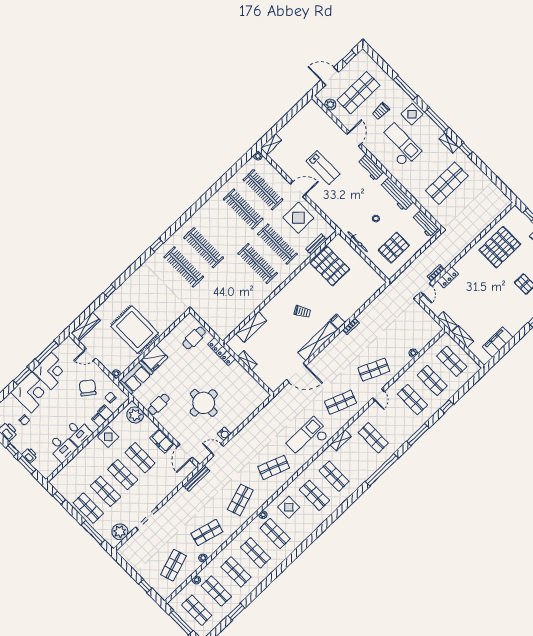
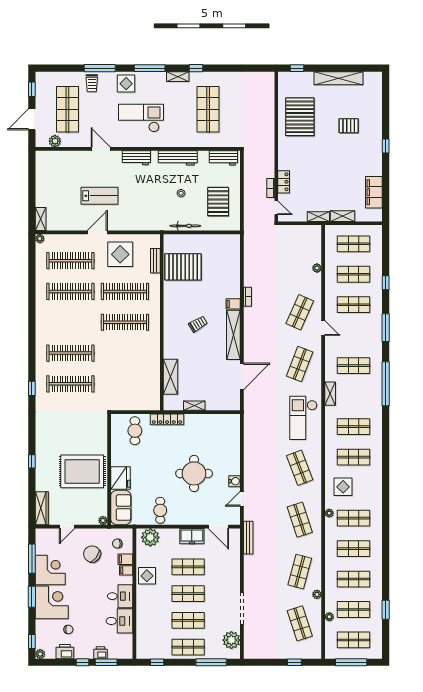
trolley: (381, 111) -> (92, 83), moved
shop shelf: (274, 467) -> (300, 468), turned -42

